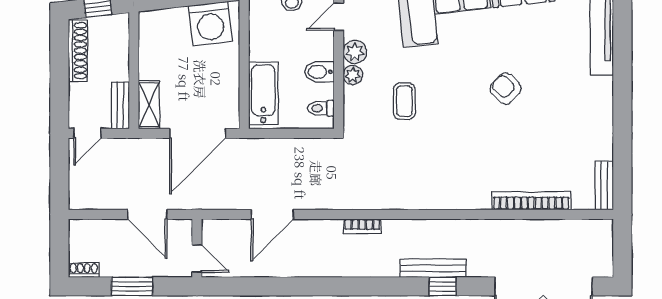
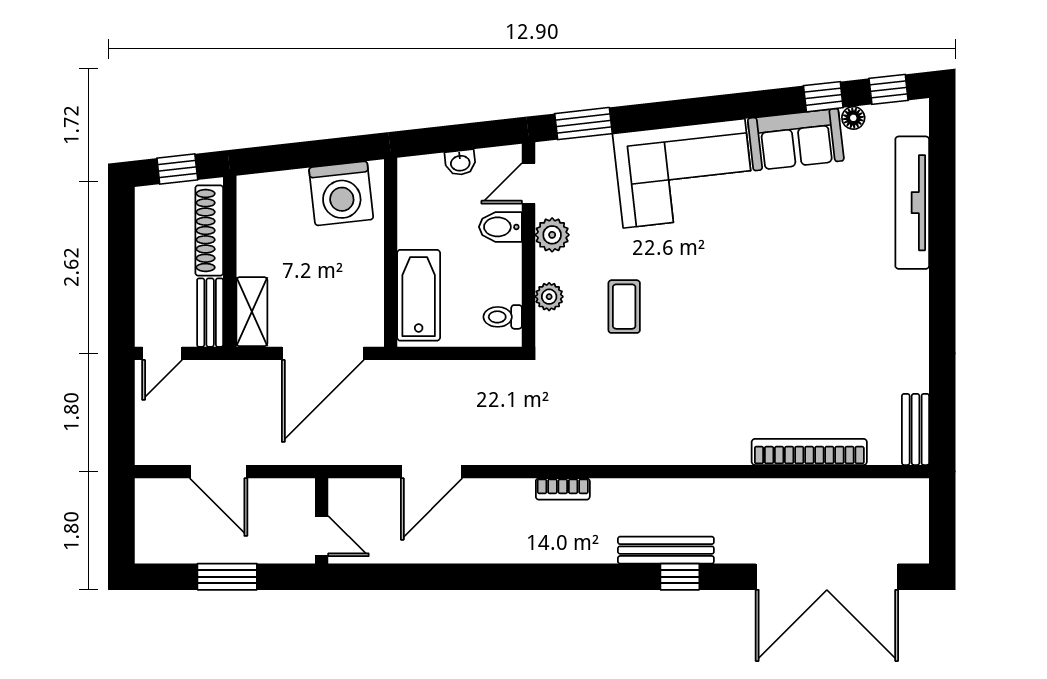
shoe rack: (78, 51) -> (209, 230), moved, turned 180
bidet: (319, 72) -> (500, 227), moved
plant: (353, 75) -> (549, 297), moved
armchair: (506, 89) -> (772, 288), removed
door: (147, 214) -> (218, 472), moved
shoe rack: (84, 270) -> (157, 553), removed

